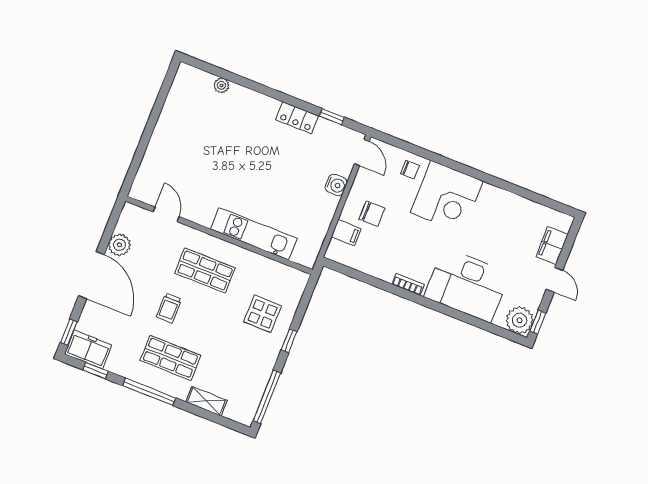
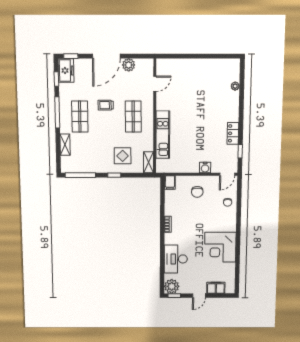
corner desk: (447, 197) -> (220, 247), moved
filing cabinet: (346, 233) -> (170, 182), moved
shelving: (290, 275) -> (149, 162), added
desk: (467, 285) -> (176, 259), width x0.73, depth x0.77

